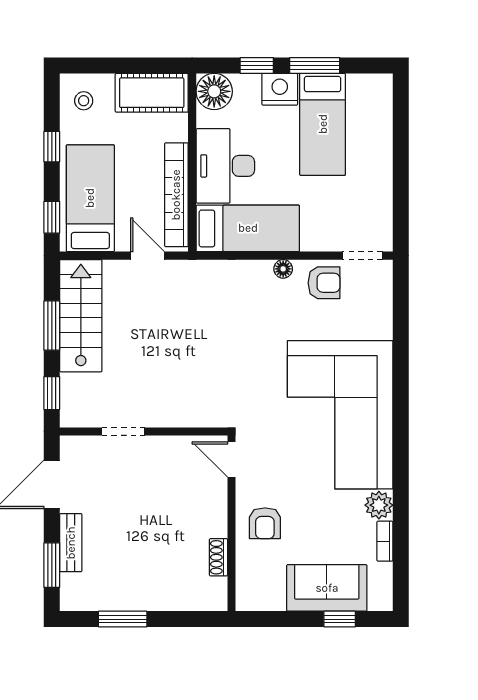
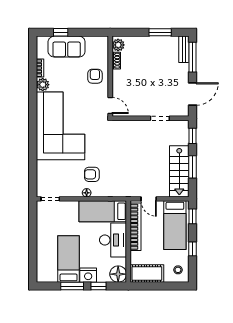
armchair: (324, 283) -> (92, 174), moved
bench: (71, 543) -> (184, 49), moved
window: (52, 565) -> (193, 57), width x1.44
plant: (214, 592) -> (118, 45), added

